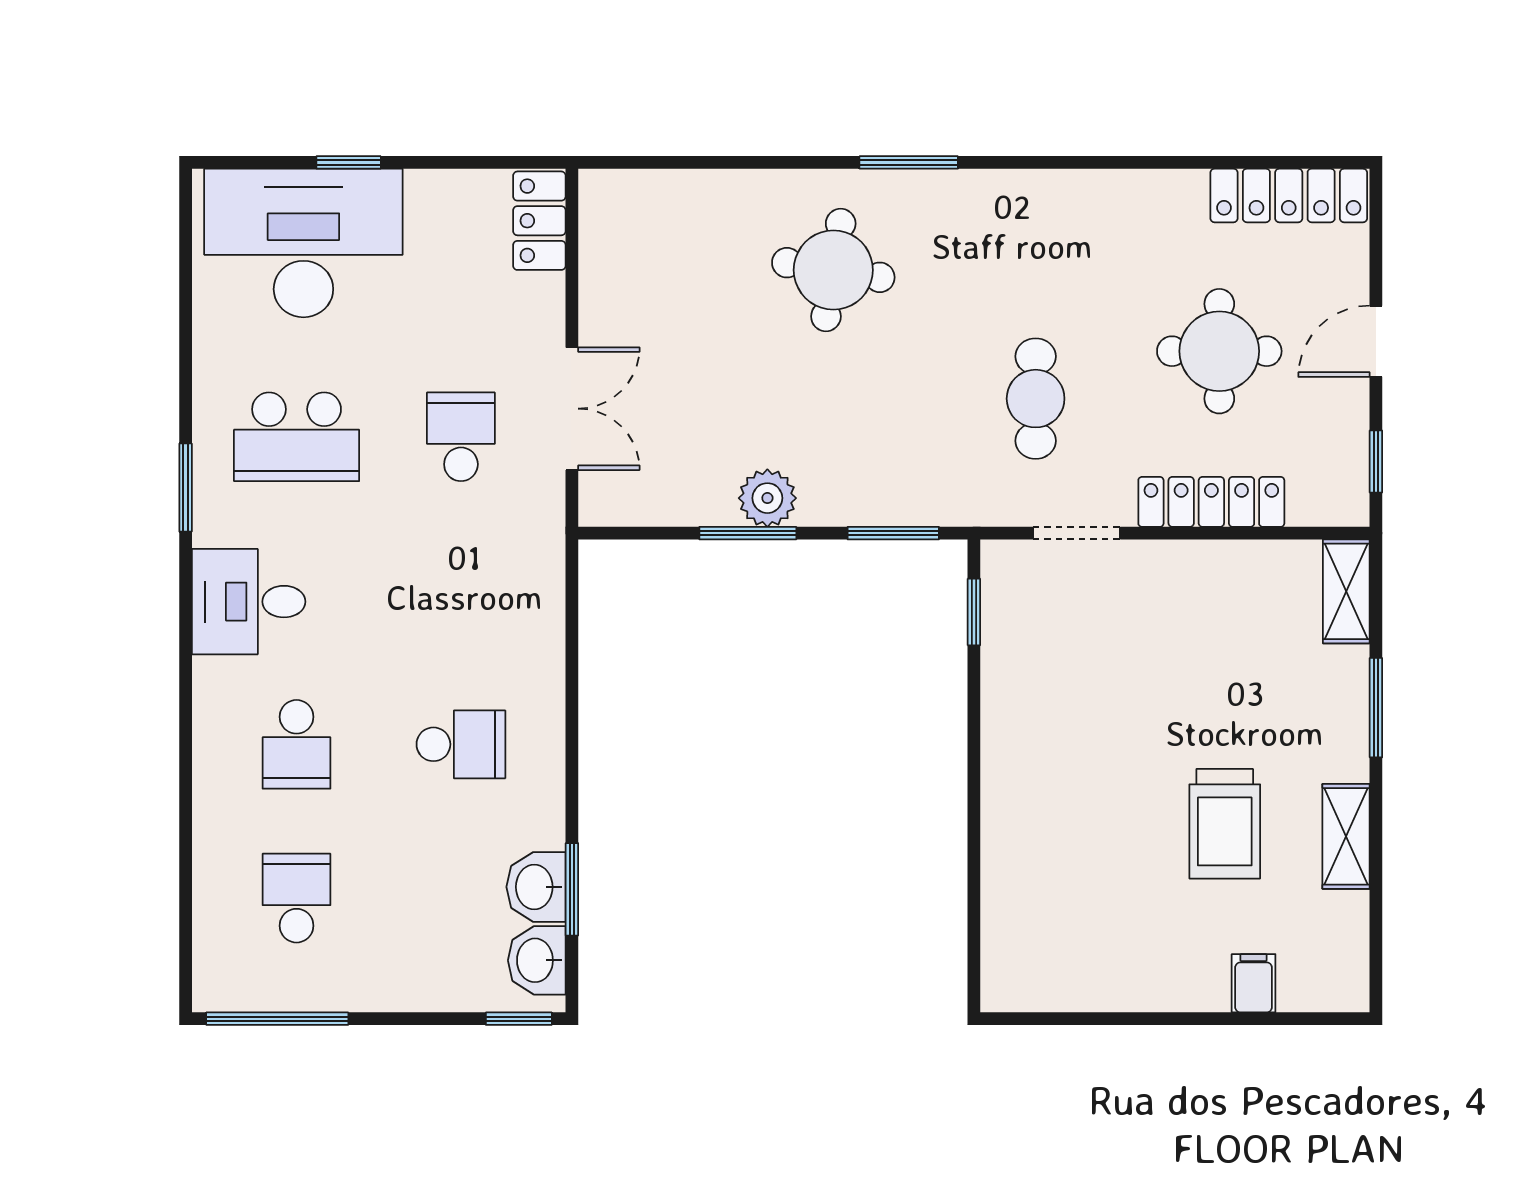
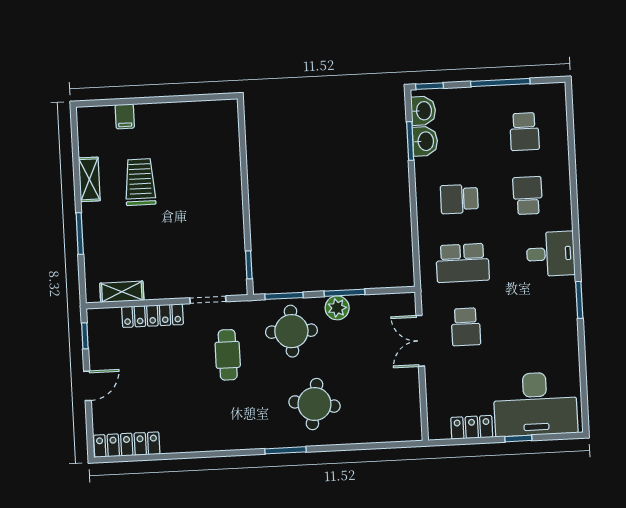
locker: (539, 221) -> (472, 427), moved, turned -90
round table: (1219, 351) -> (291, 331), moved
school desk: (297, 437) -> (463, 263), moved, turned 180
shelving: (1346, 591) -> (122, 292), moved, turned 90
window: (277, 1019) -> (500, 83), moved

